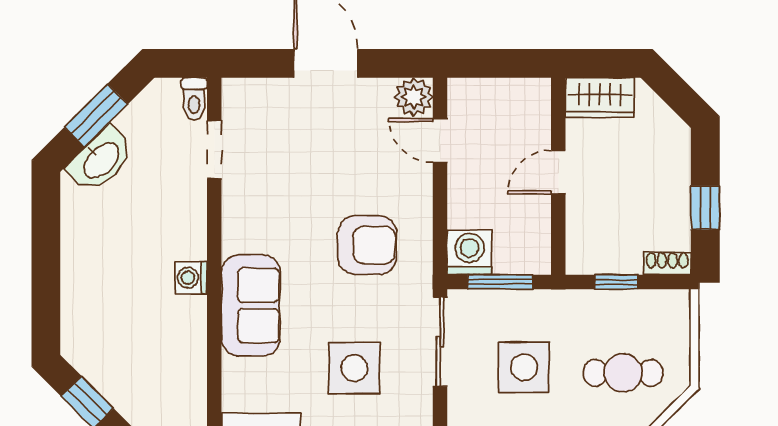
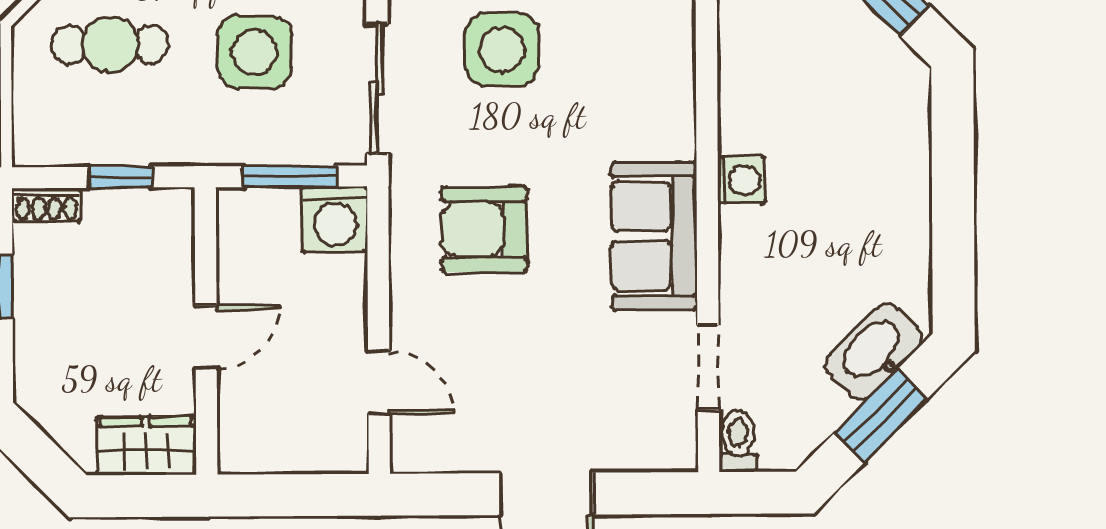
plant: (414, 97) -> (418, 446), removed
sofa: (251, 305) -> (654, 236), moved

